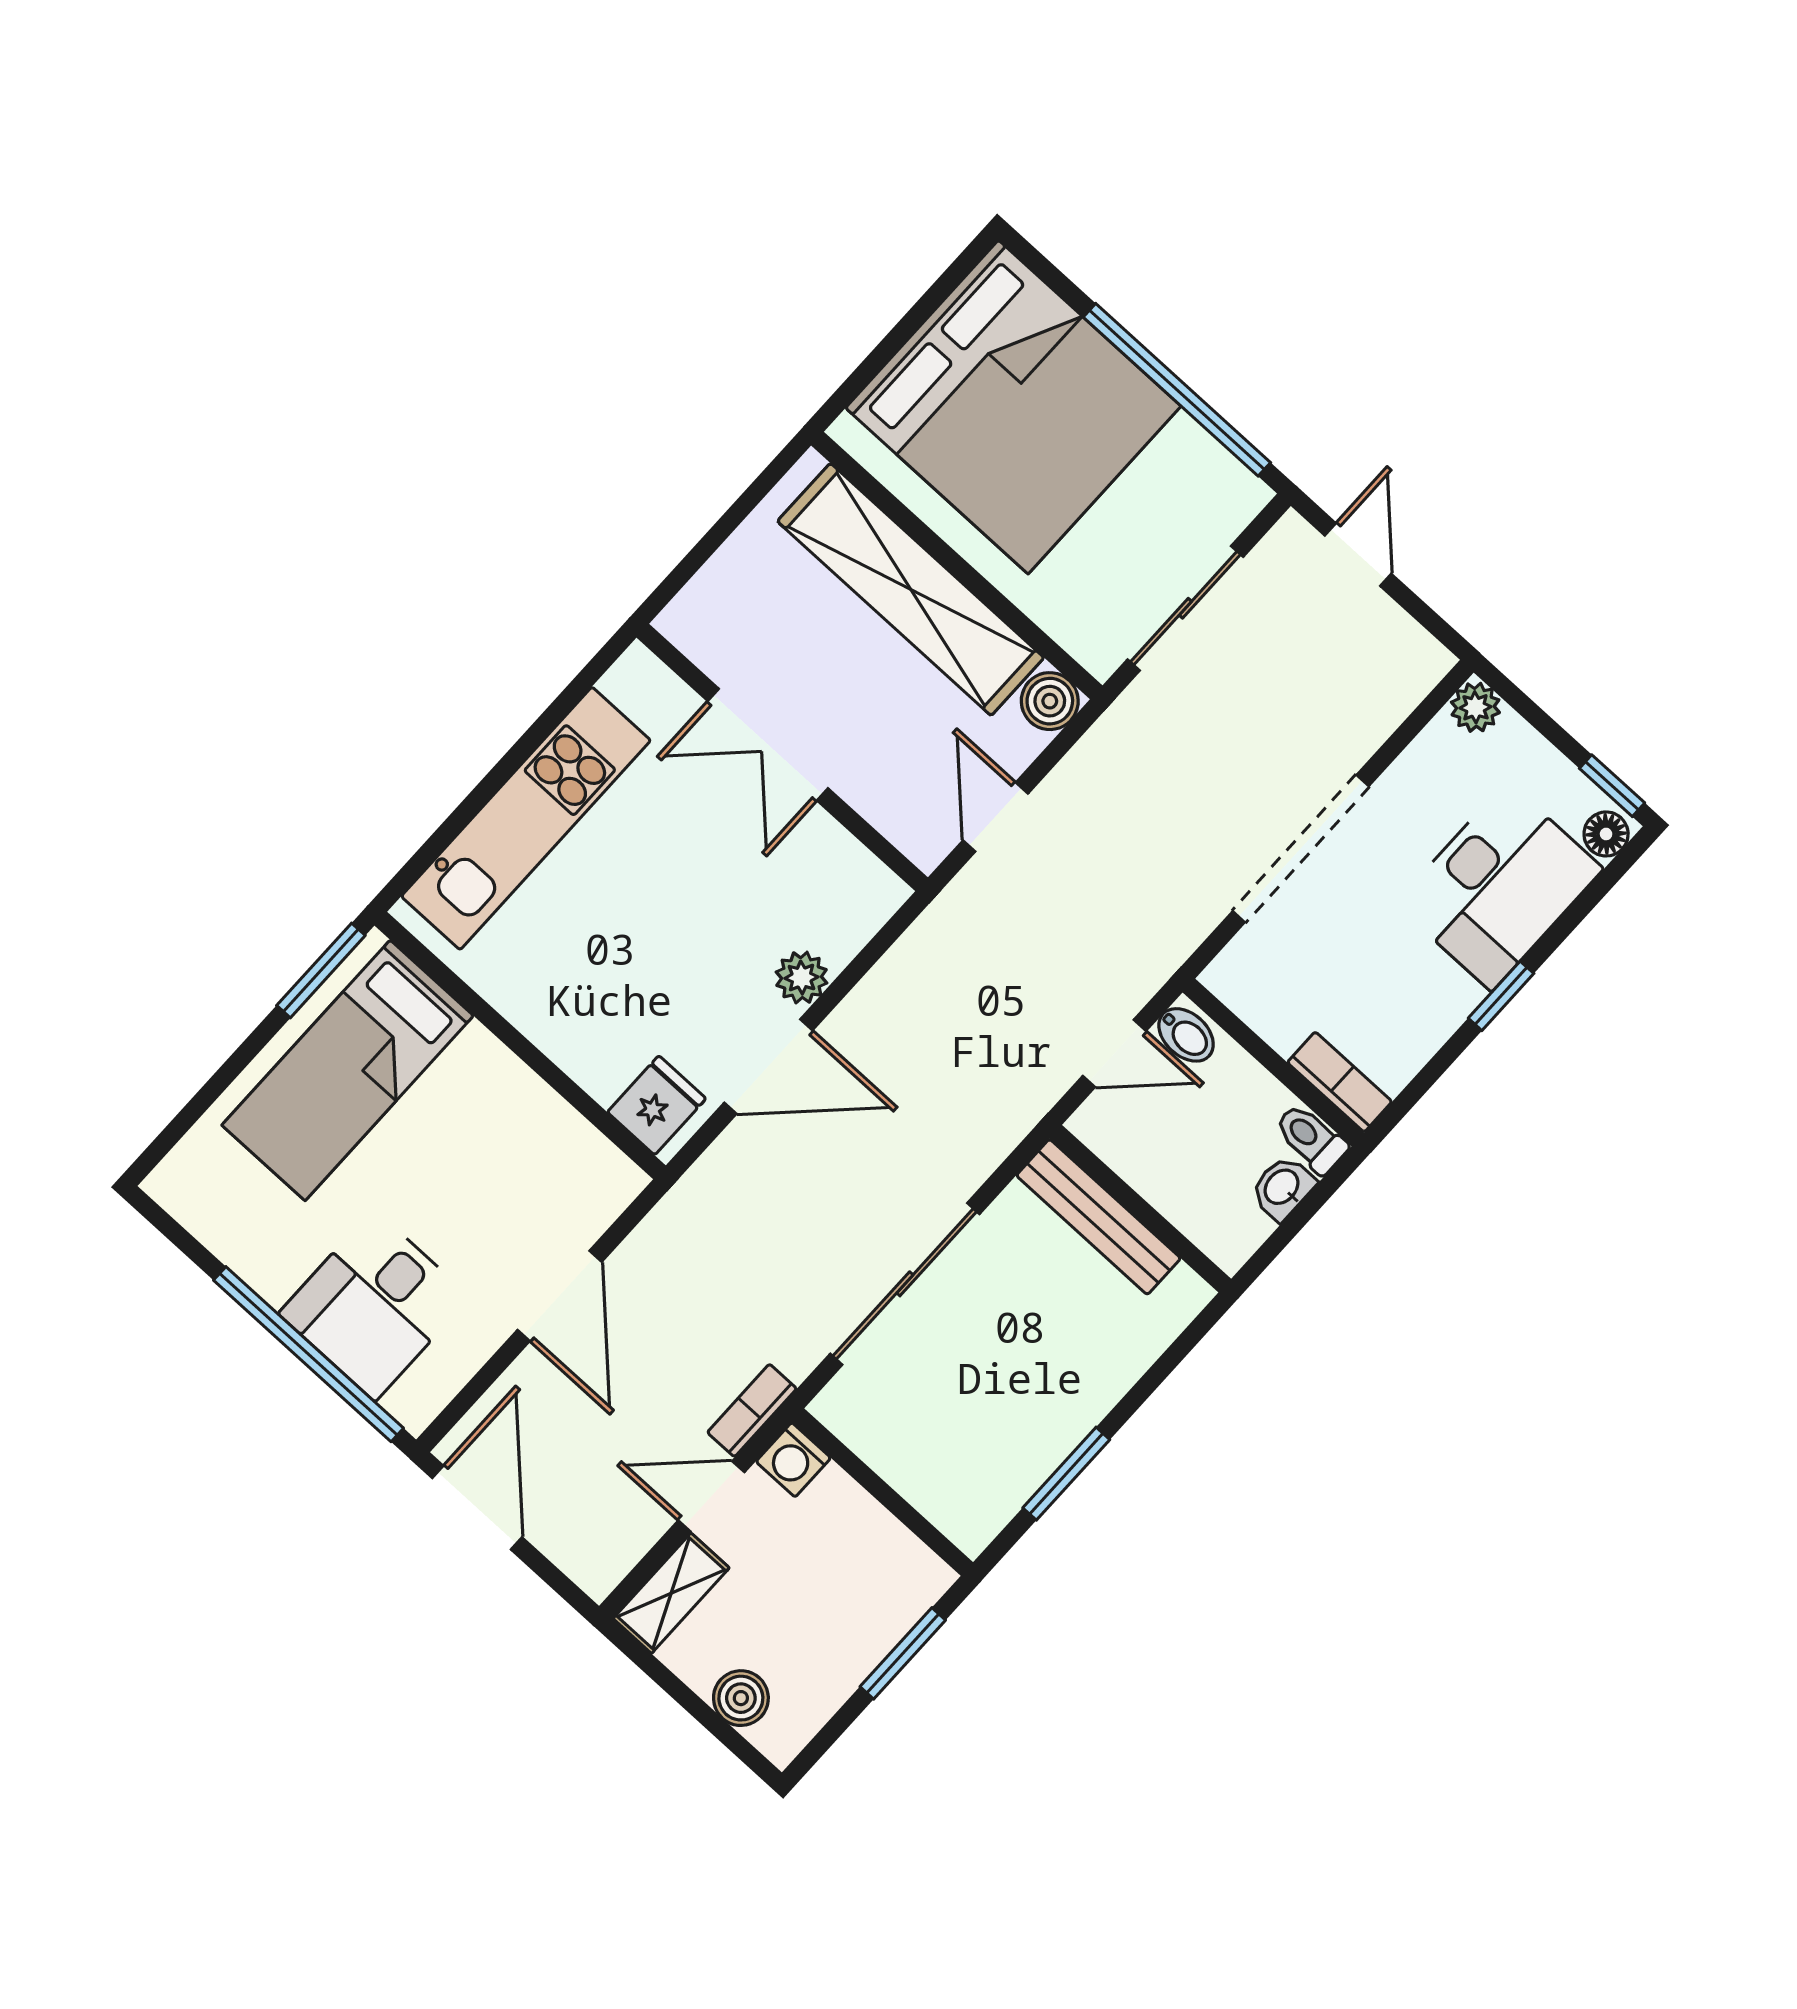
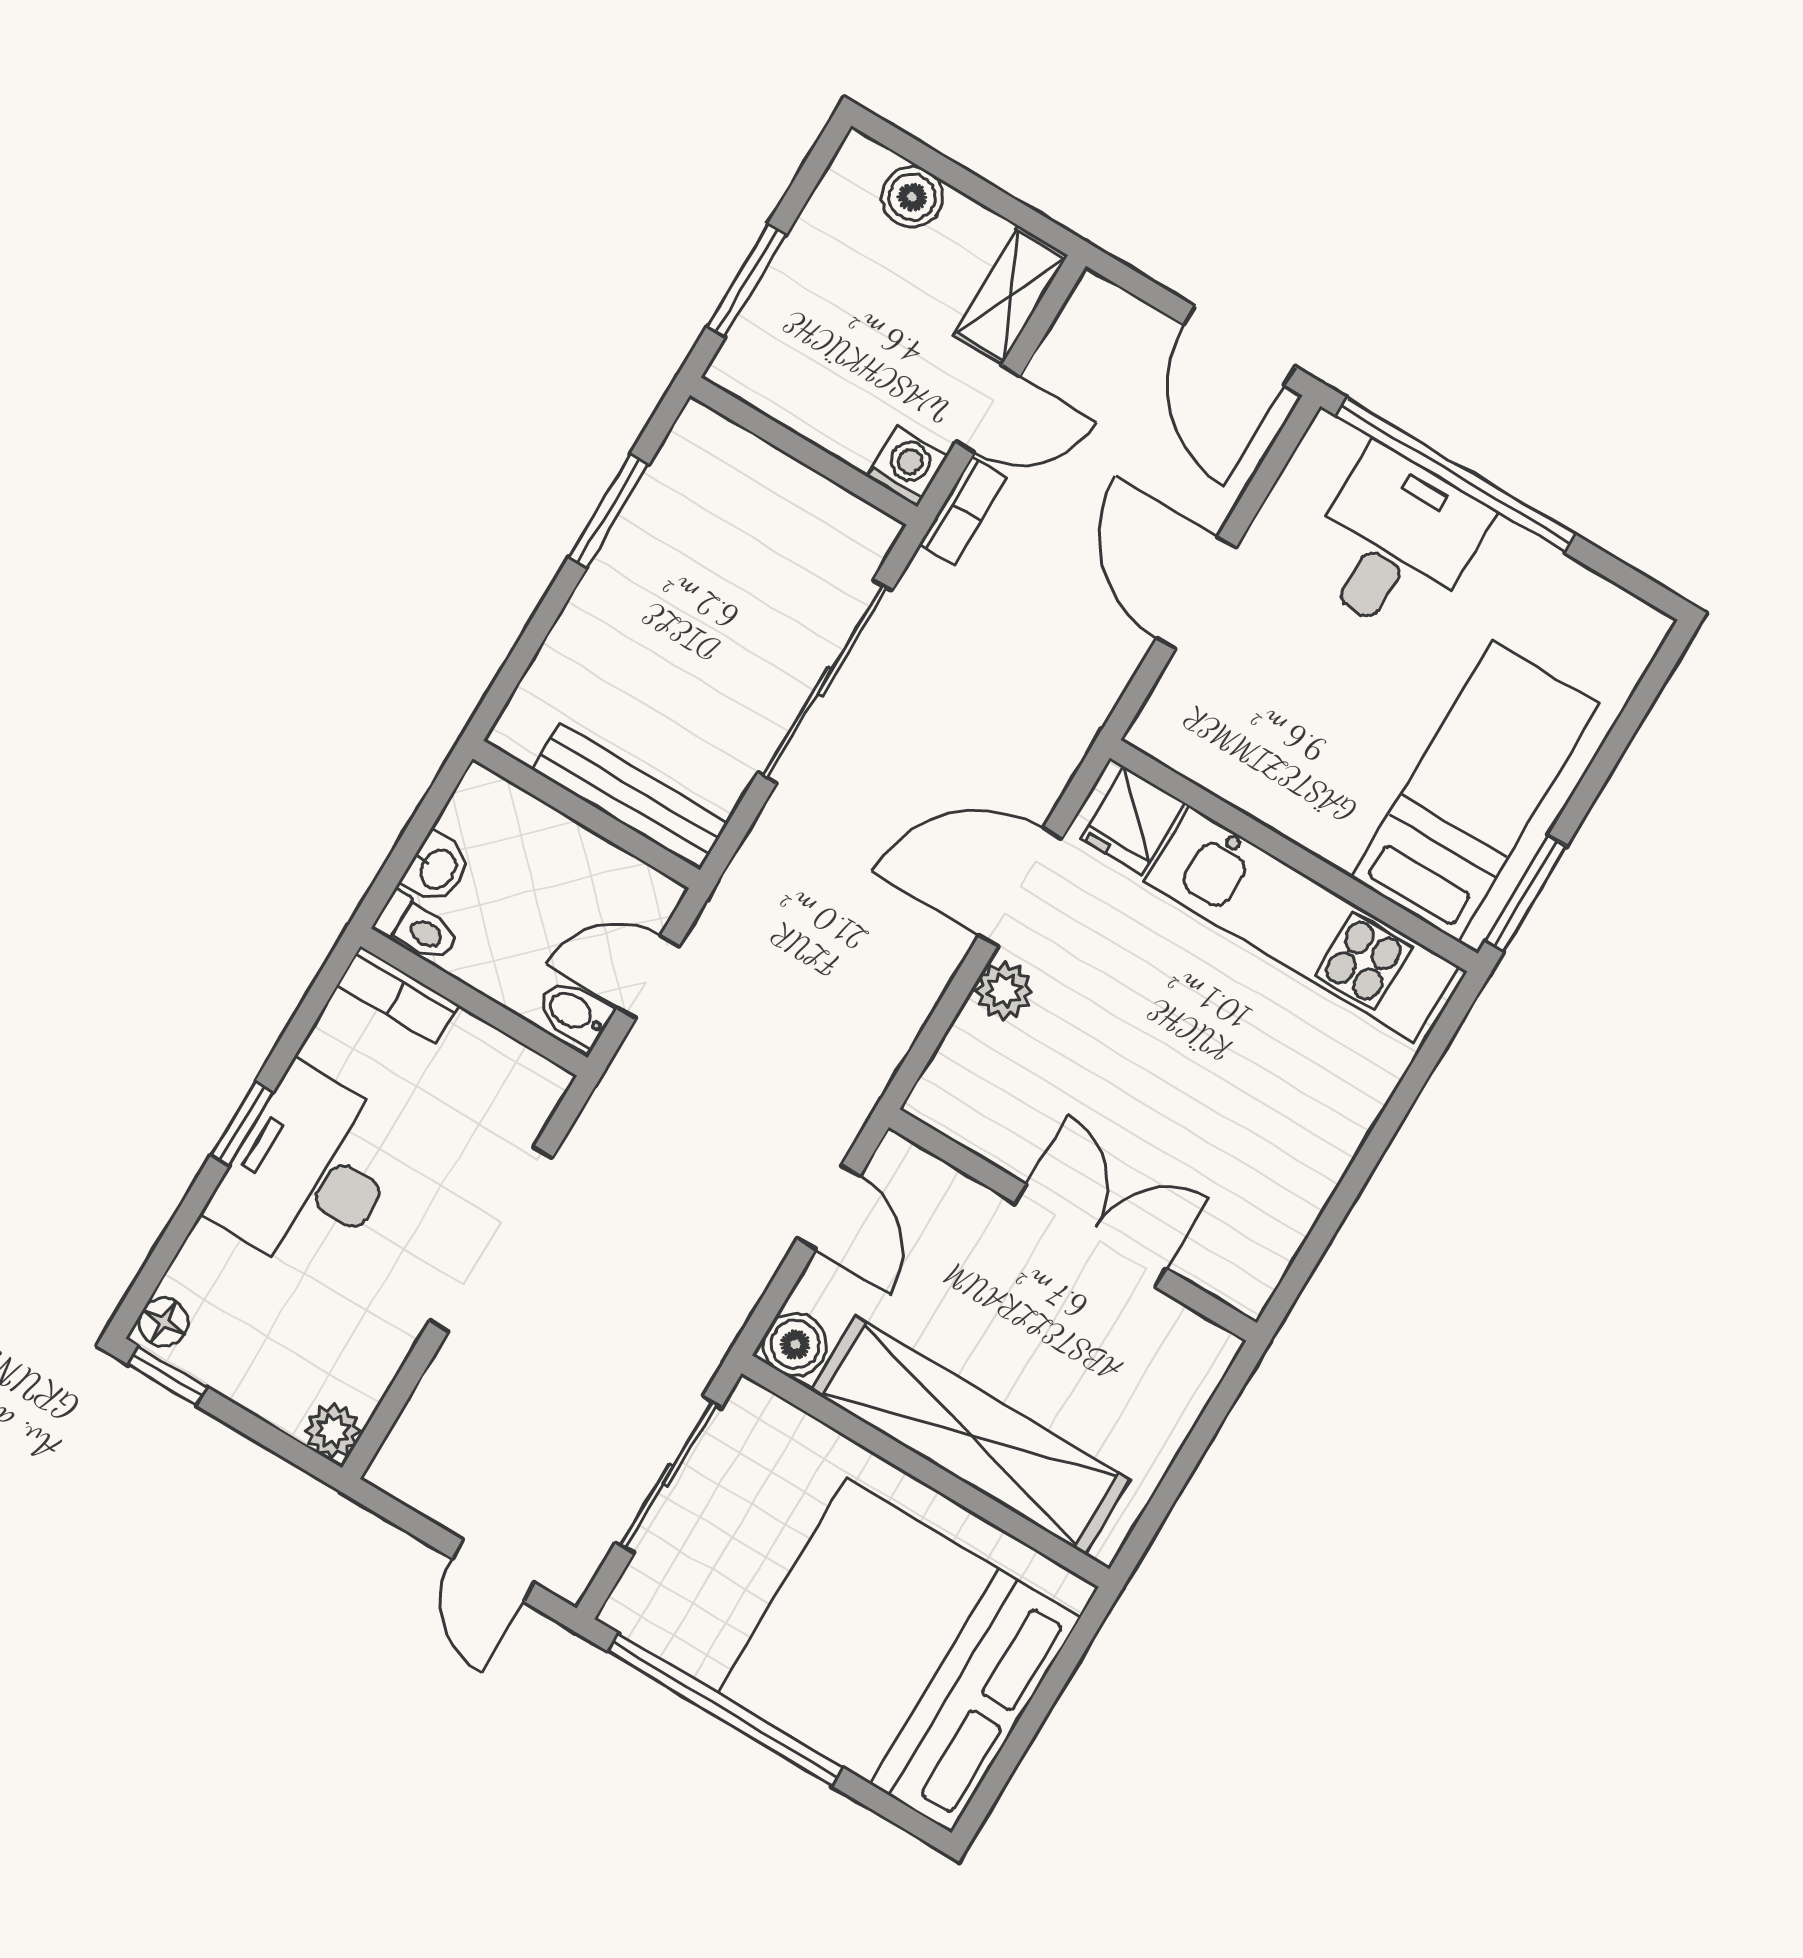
kitchen unit: (526, 818) -> (1302, 924), moved, turned -90
desk: (1499, 886) -> (309, 1173), moved

